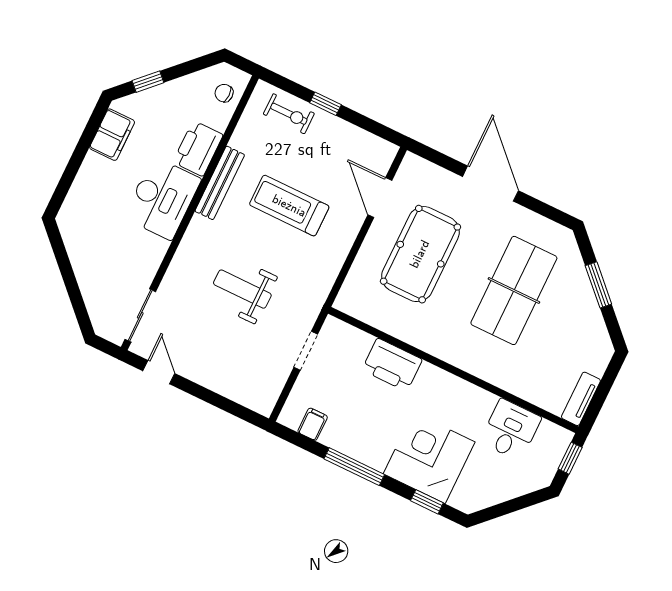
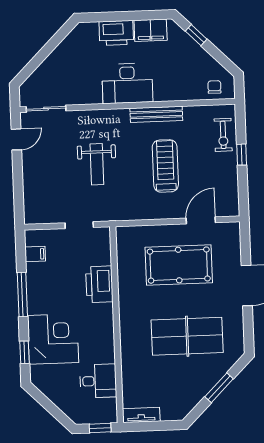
printer: (198, 148) -> (116, 33), moved, turned 180
weight bench: (242, 289) -> (97, 164), turned 180

